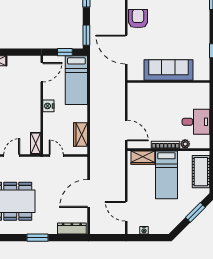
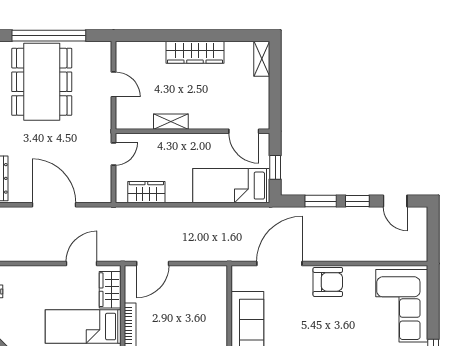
window: (86, 35) -> (321, 201), moved
nightstand: (48, 106) -> (191, 142), removed
shelving: (36, 143) -> (171, 122), moved
door: (126, 211) -> (81, 263), moved

